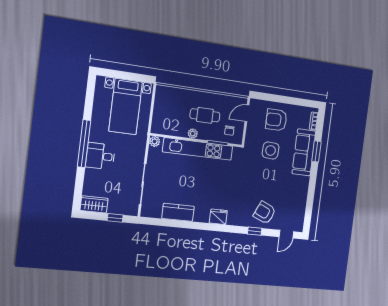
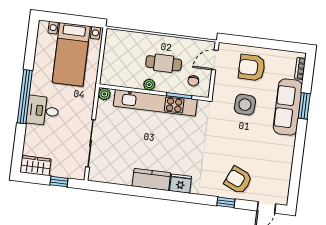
kitchen counter: (178, 212) -> (151, 179), moved

